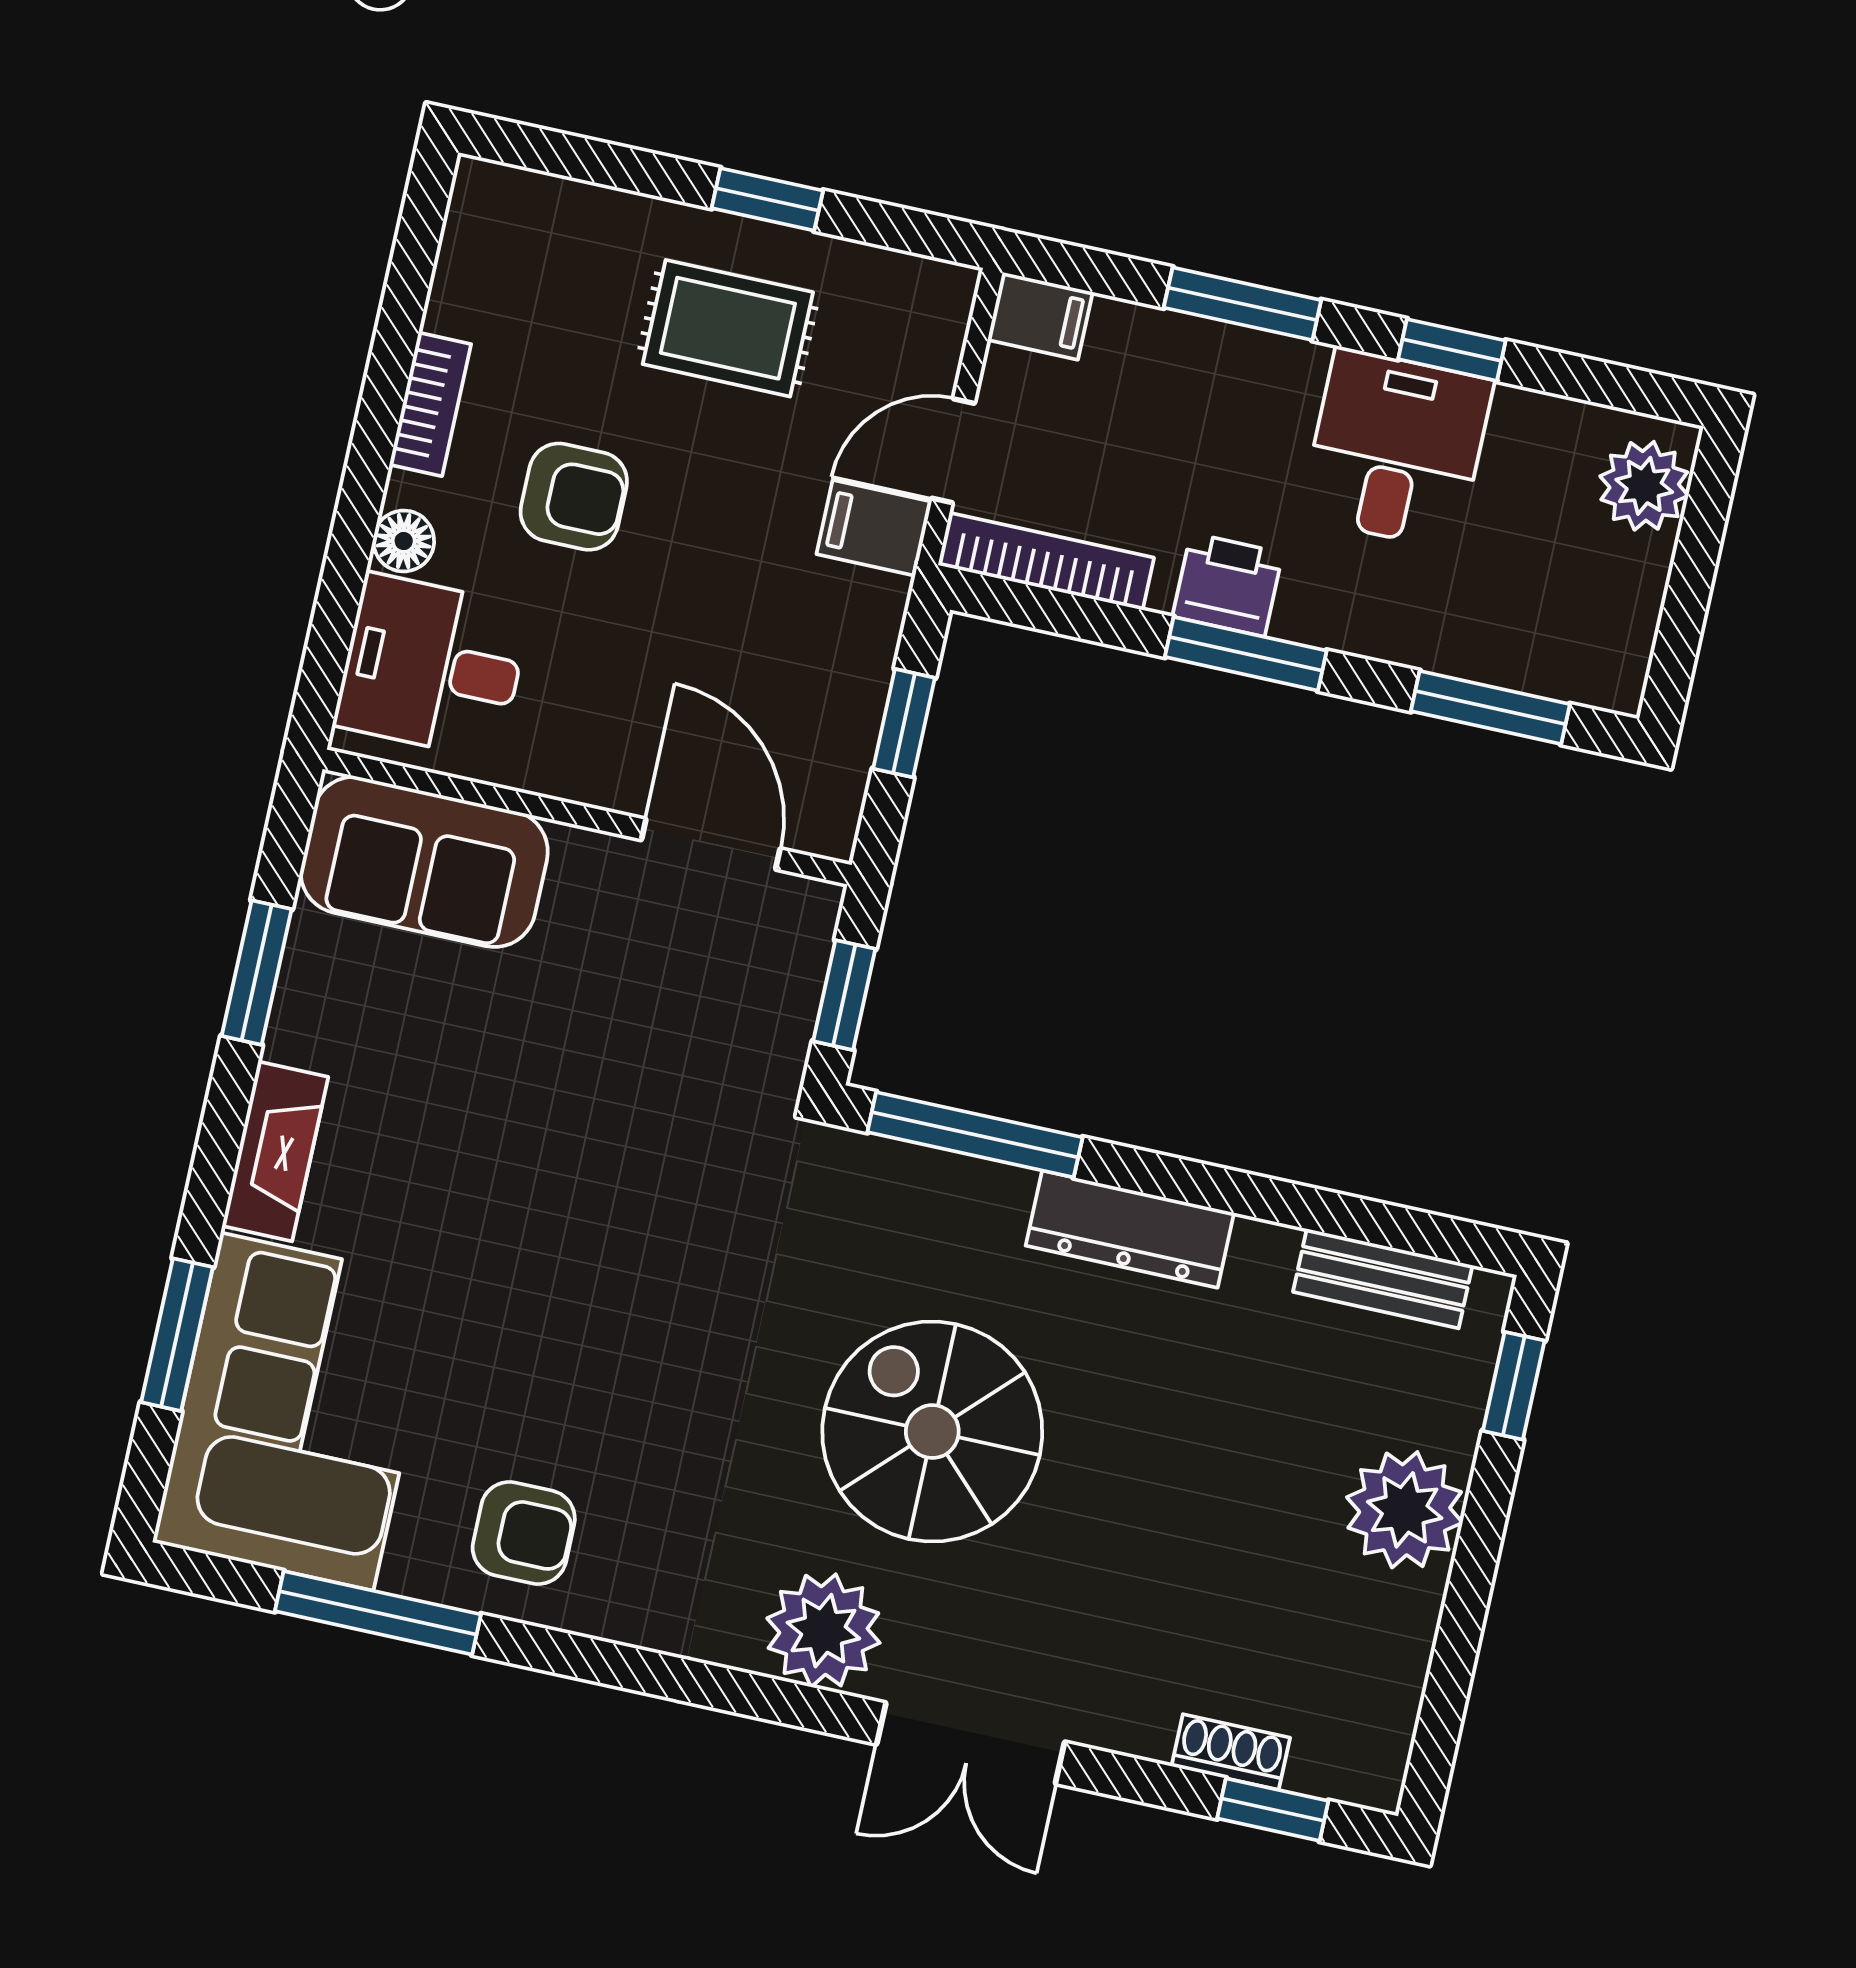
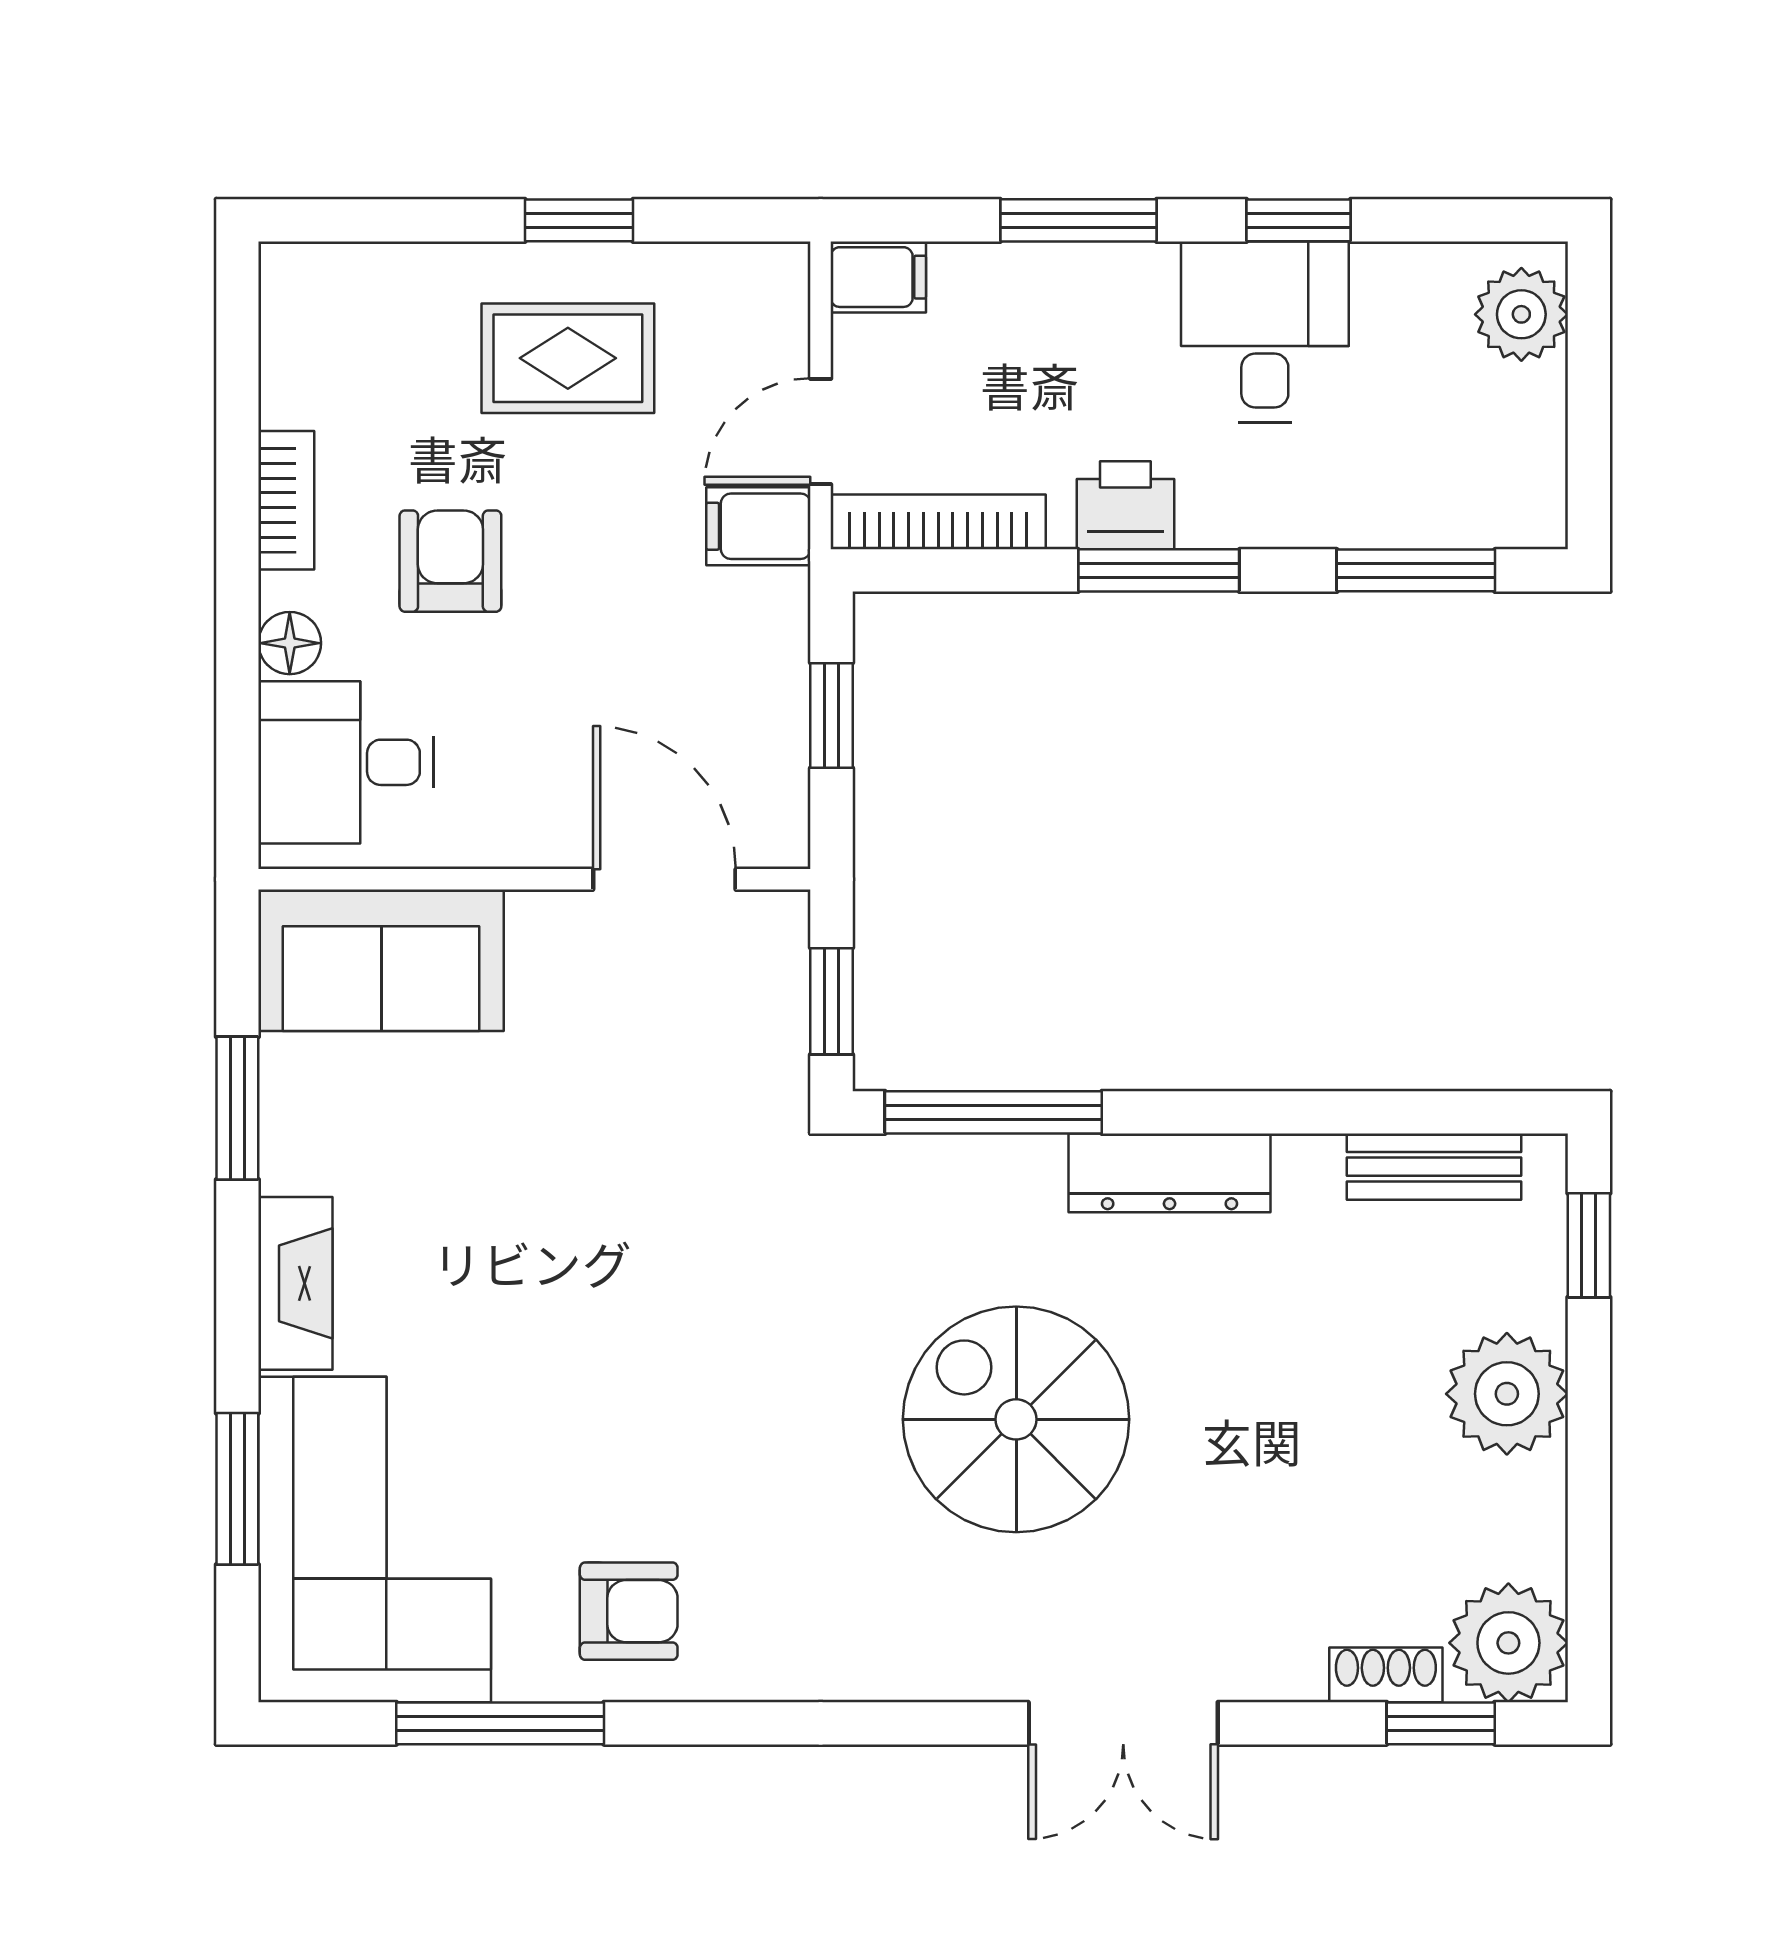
armchair: (574, 497) -> (450, 561), turned -90
plant: (823, 1631) -> (1508, 1643), moved

